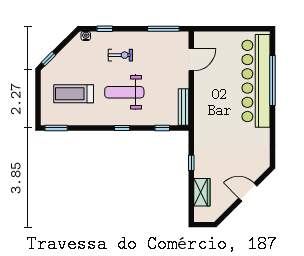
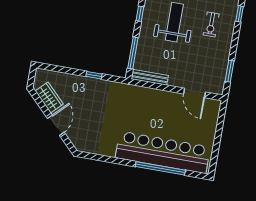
window: (163, 29) -> (229, 71), width x0.69
window: (162, 128) -> (133, 53), width x2.17
wardrobe: (202, 192) -> (49, 98), moved, turned -135

